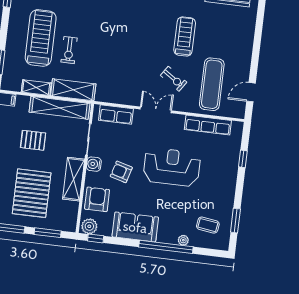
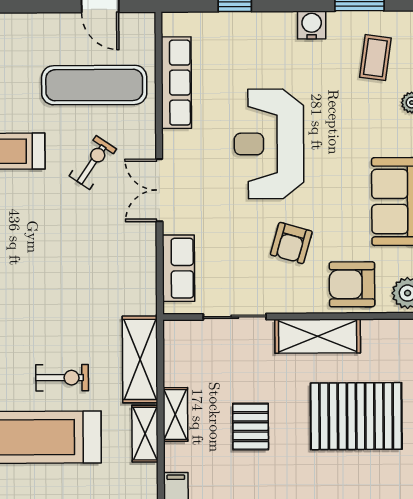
shelving: (59, 108) -> (175, 414), width x0.45, depth x0.75
water cooler: (94, 164) -> (312, 25), moved, turned 180

